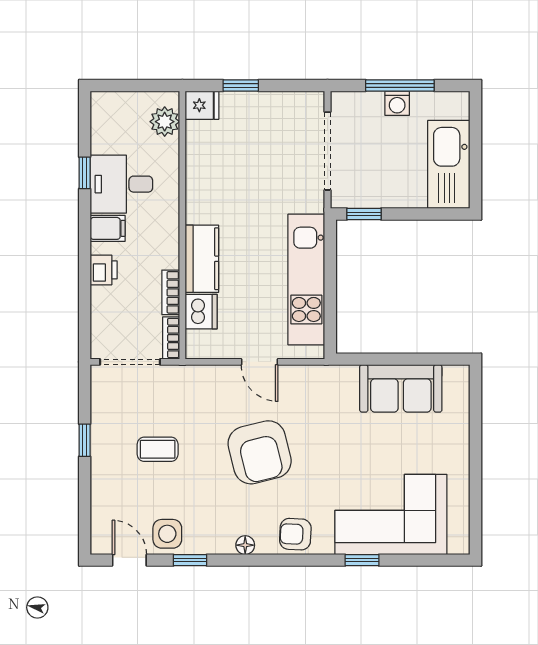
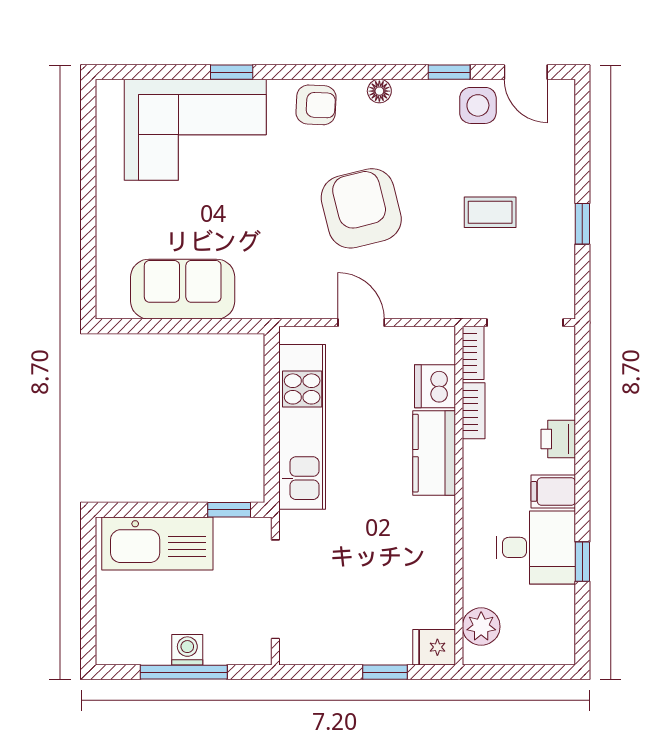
kitchen sink: (449, 164) -> (157, 543), moved, turned 90

